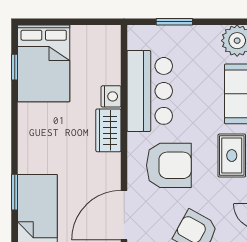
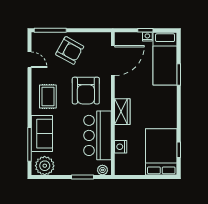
plant: (141, 34) -> (102, 170), added
nightstand: (111, 96) -> (121, 147), moved
armchair: (169, 165) -> (86, 91), turned -90

